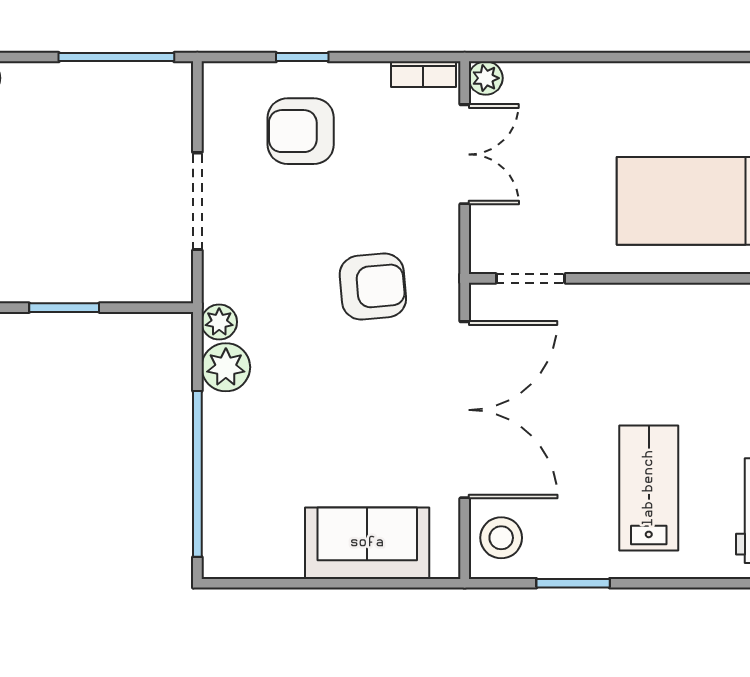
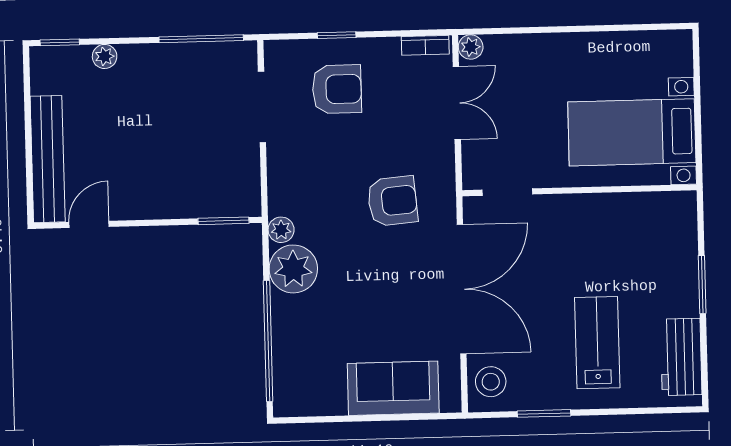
armchair: (301, 131) -> (337, 89), turned 180
doorway: (197, 201) -> (262, 107), moved
window: (64, 308) -> (223, 221), moved
plant: (226, 367) -> (293, 269), width x1.36, depth x1.36

